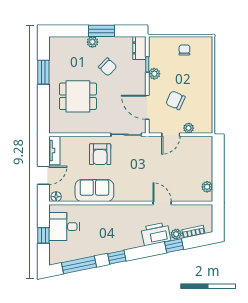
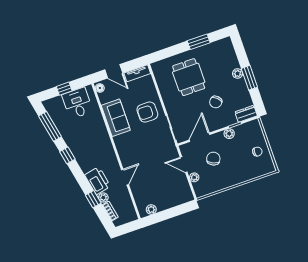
chair: (108, 67) -> (216, 102), moved

